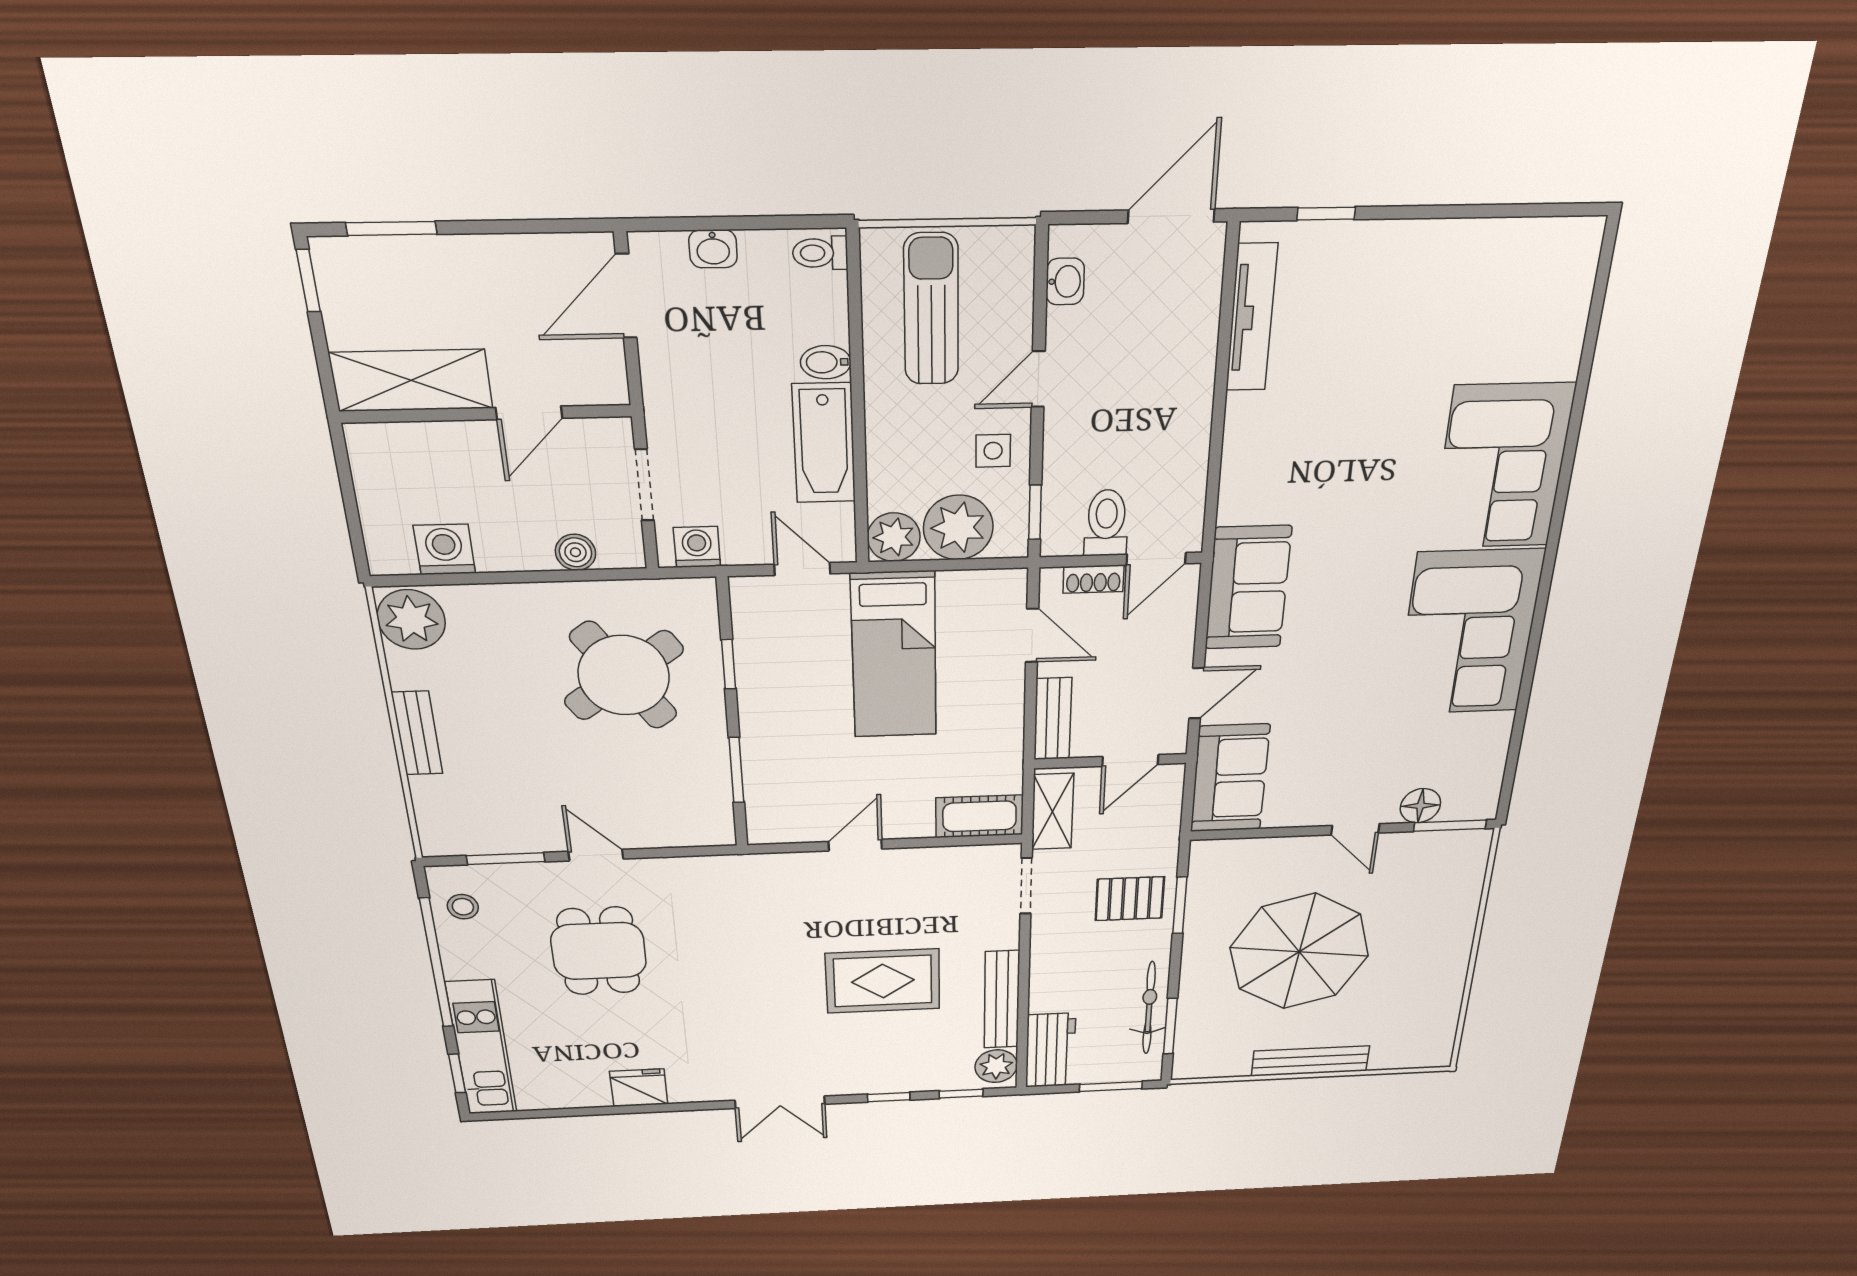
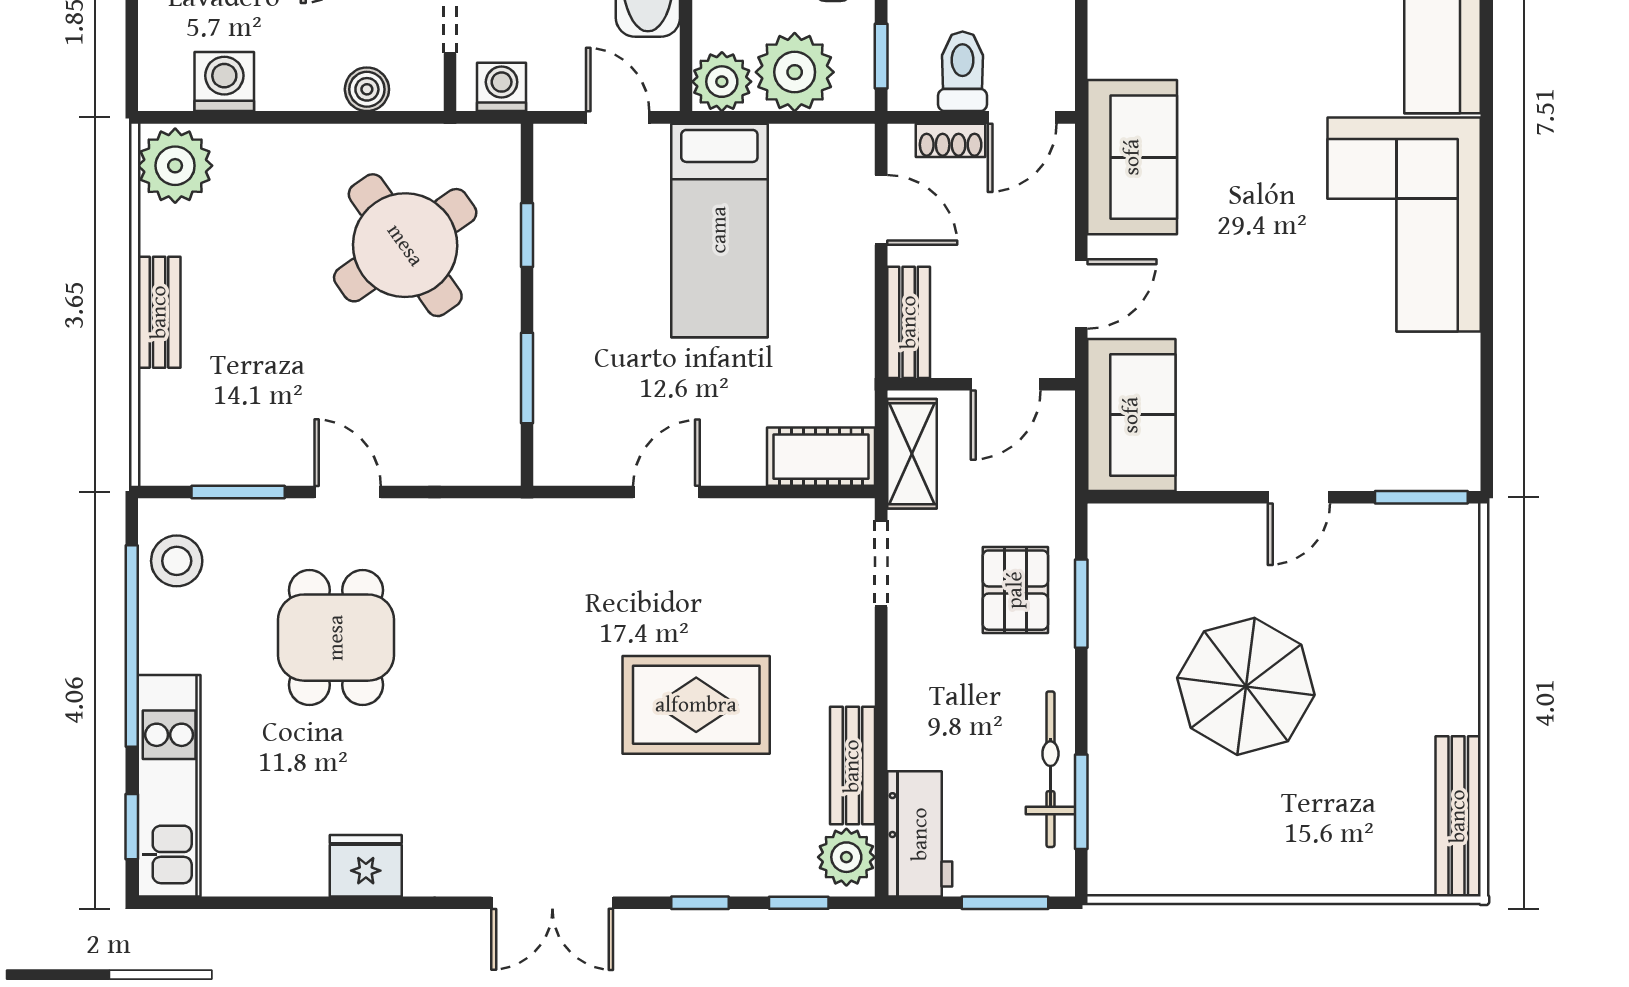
floor lamp: (1420, 806) -> (1379, 466), removed
door: (1355, 829) -> (1299, 497), hinge flipped
pallet: (1130, 899) -> (1015, 590), turned 90
stool: (463, 907) -> (177, 561), width x1.37, depth x1.37
parasol: (1299, 952) -> (1246, 686), width x0.73, depth x0.73
bench: (1002, 1000) -> (852, 766), width x0.73
bench: (1310, 1061) -> (1458, 816), moved, turned 90

